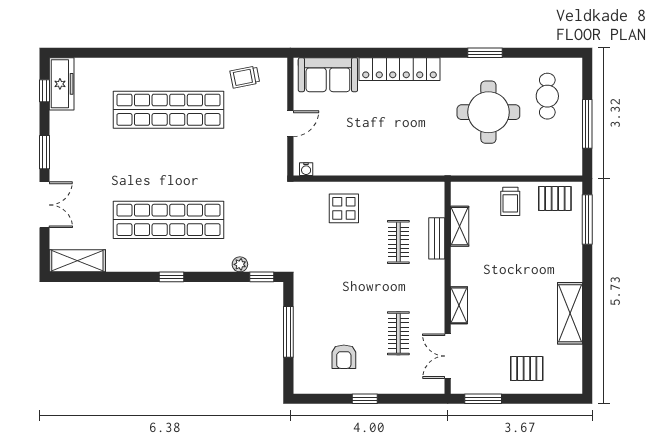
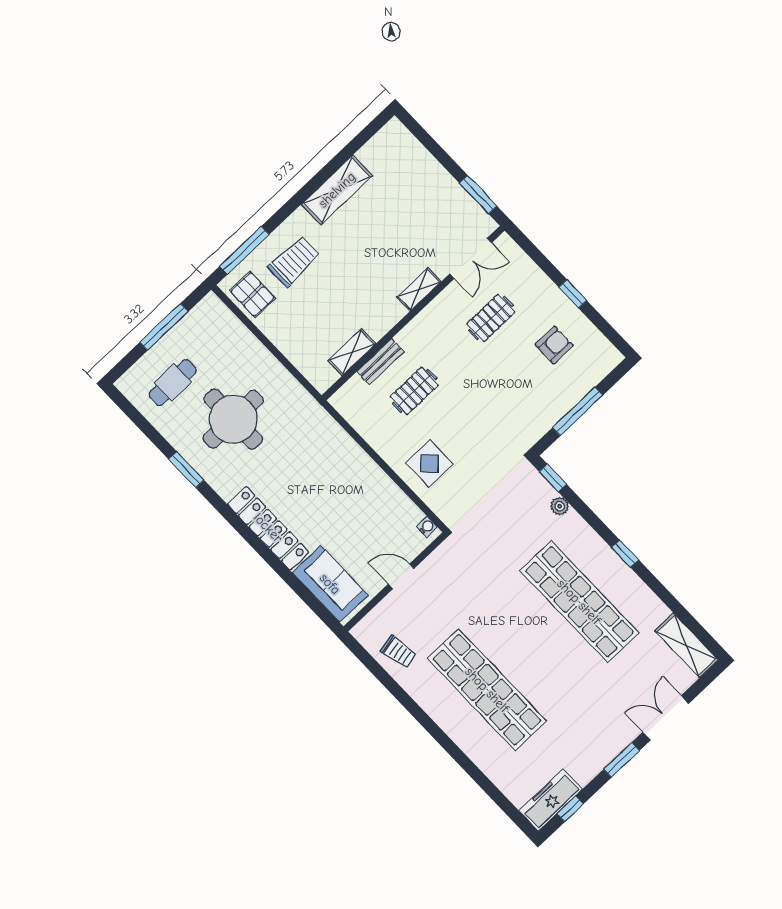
trolley: (510, 201) -> (294, 262), moved, width x1.36, depth x1.39
pallet: (527, 368) -> (418, 182), removed

